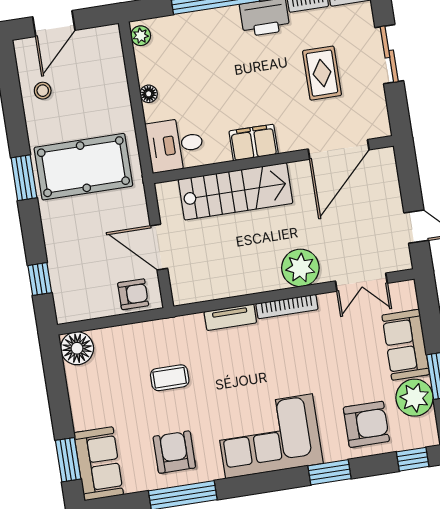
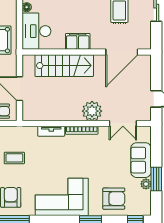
desk: (175, 145) -> (36, 31), width x1.37
plant: (415, 398) -> (146, 184), width x0.53, depth x0.53

